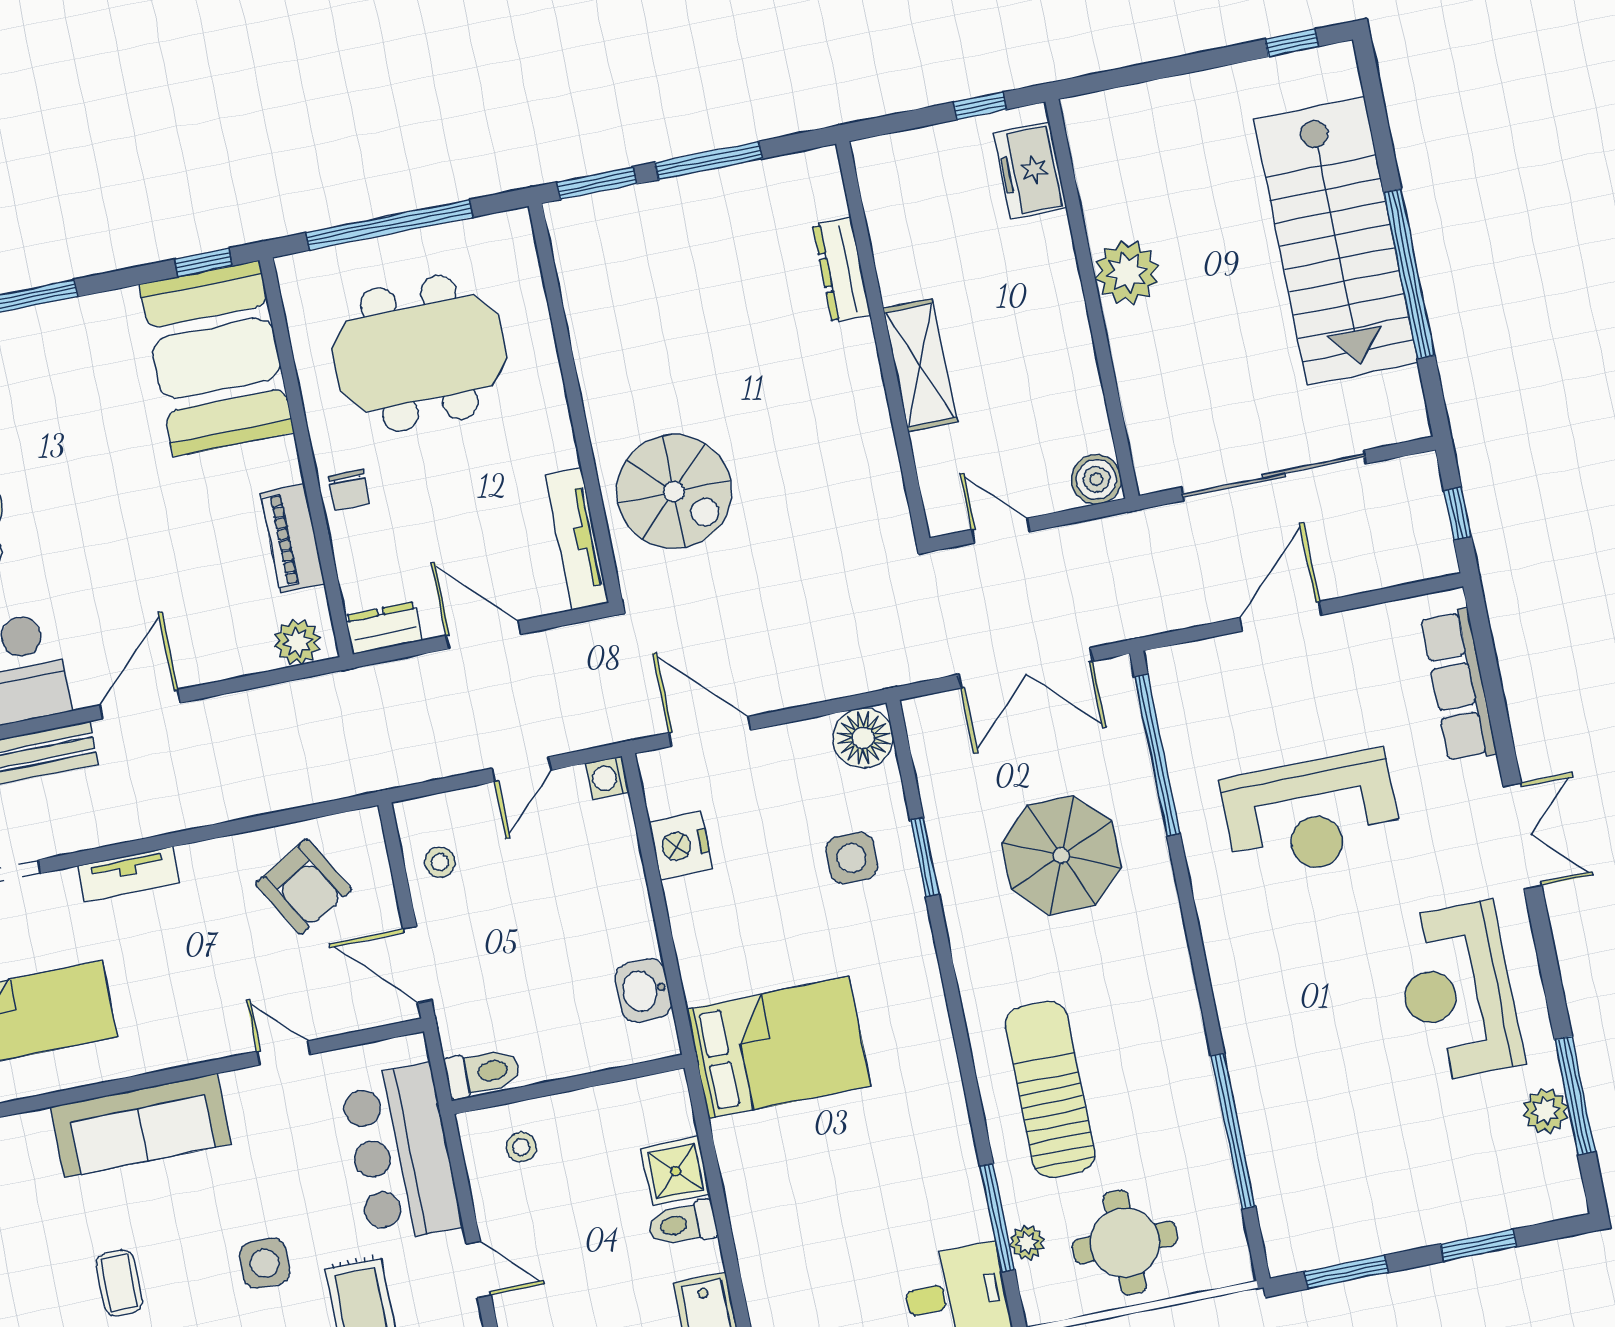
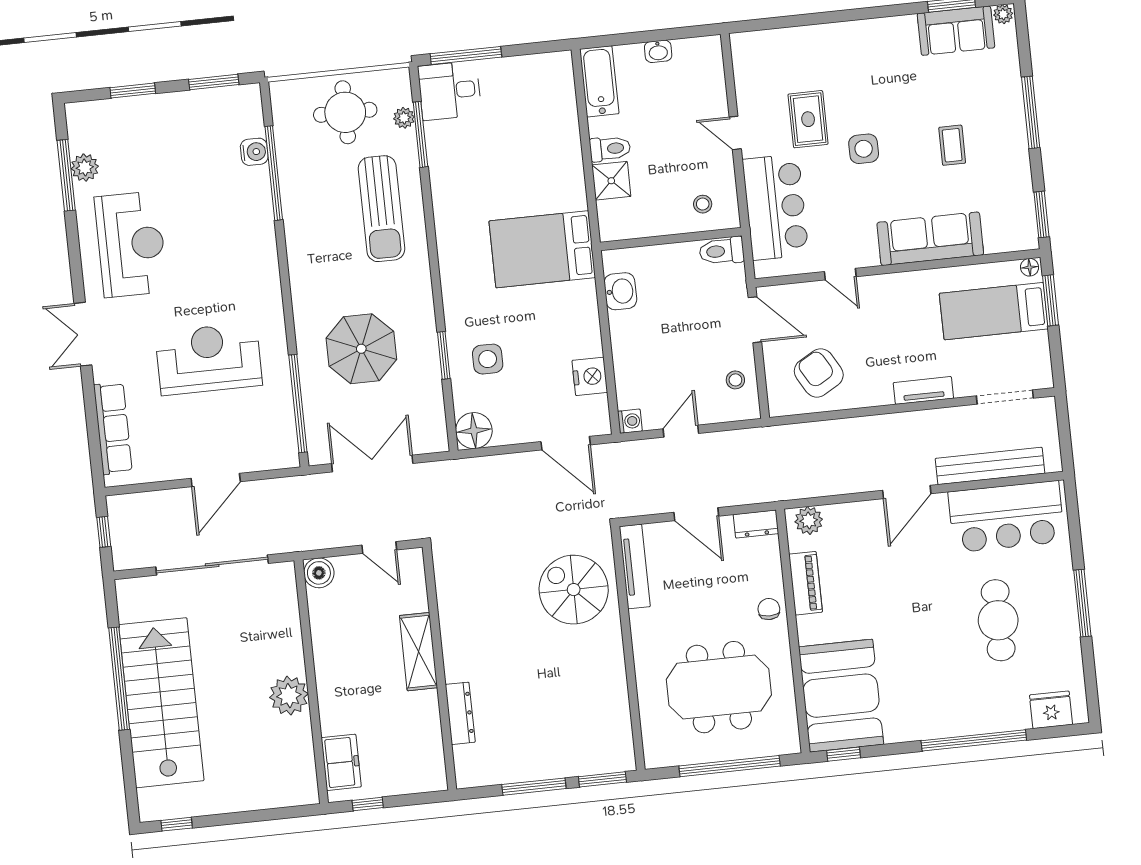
water cooler: (1269, 1163) -> (254, 152), added

